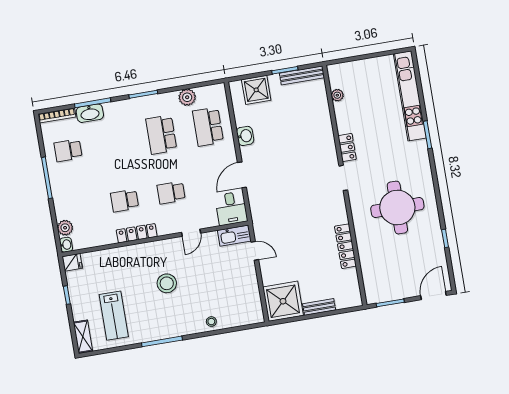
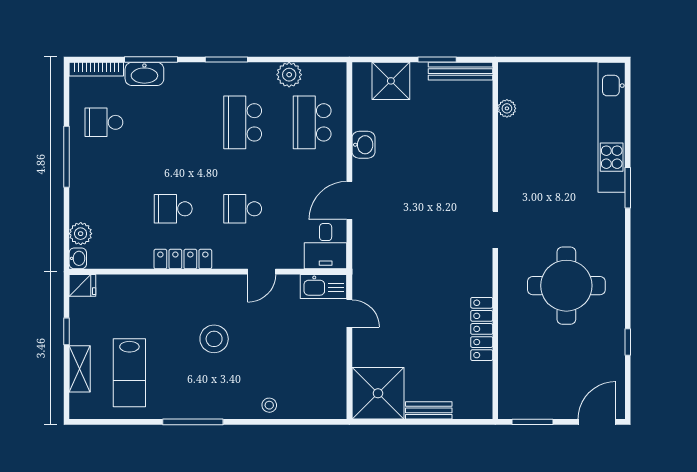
locker: (347, 148) -> (508, 187), removed
shelving: (83, 337) -> (80, 369), moved

